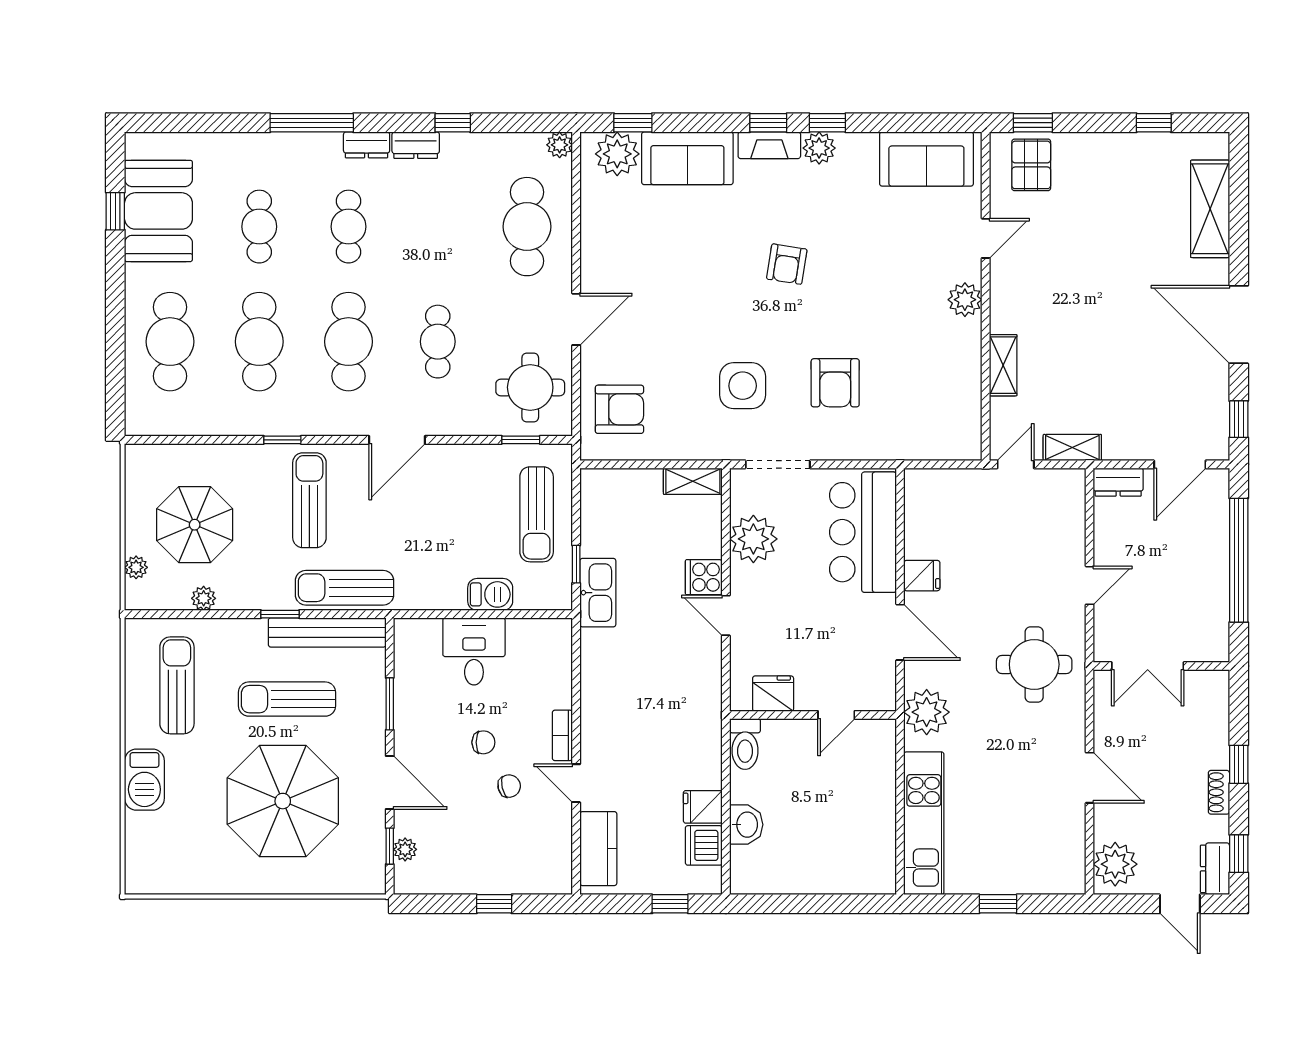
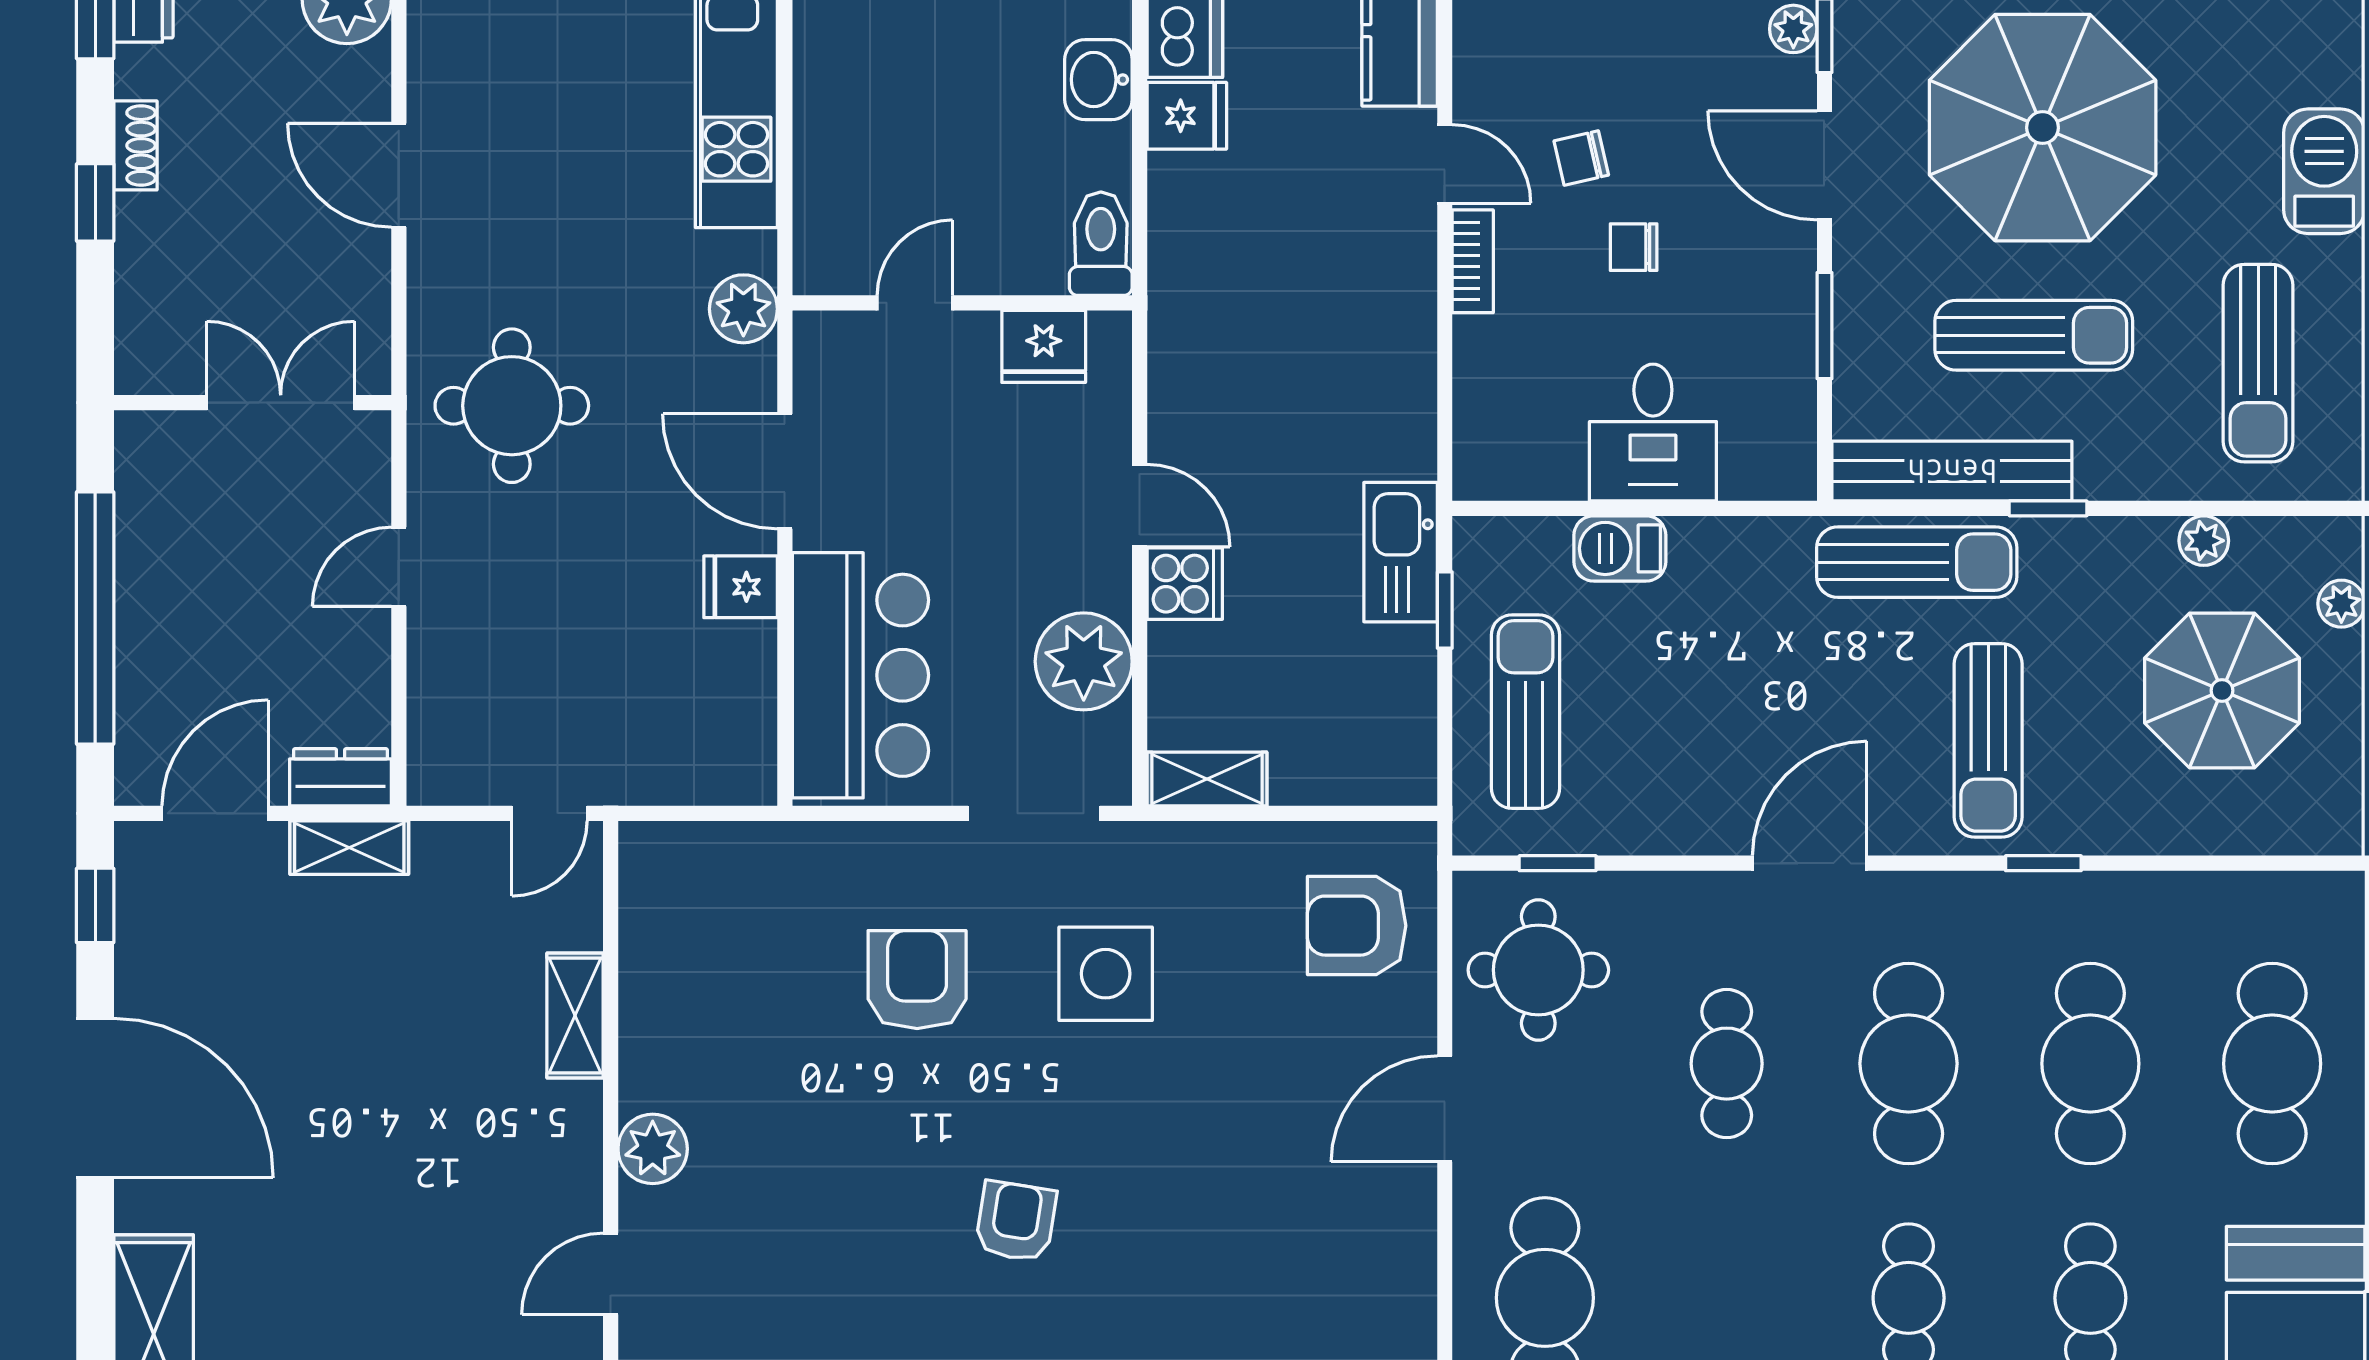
shelving: (1072, 448) -> (349, 848), moved
plant: (927, 712) -> (743, 309), width x0.73, depth x0.73

